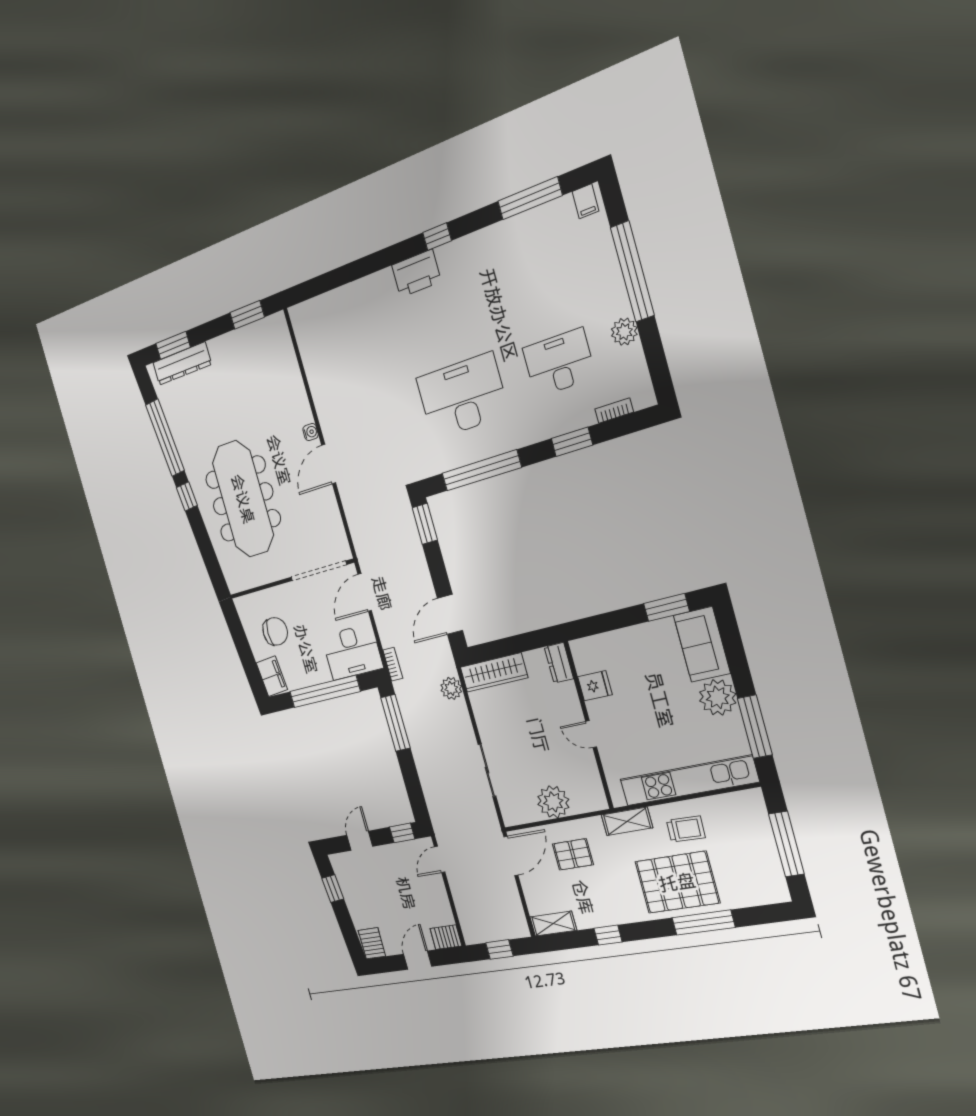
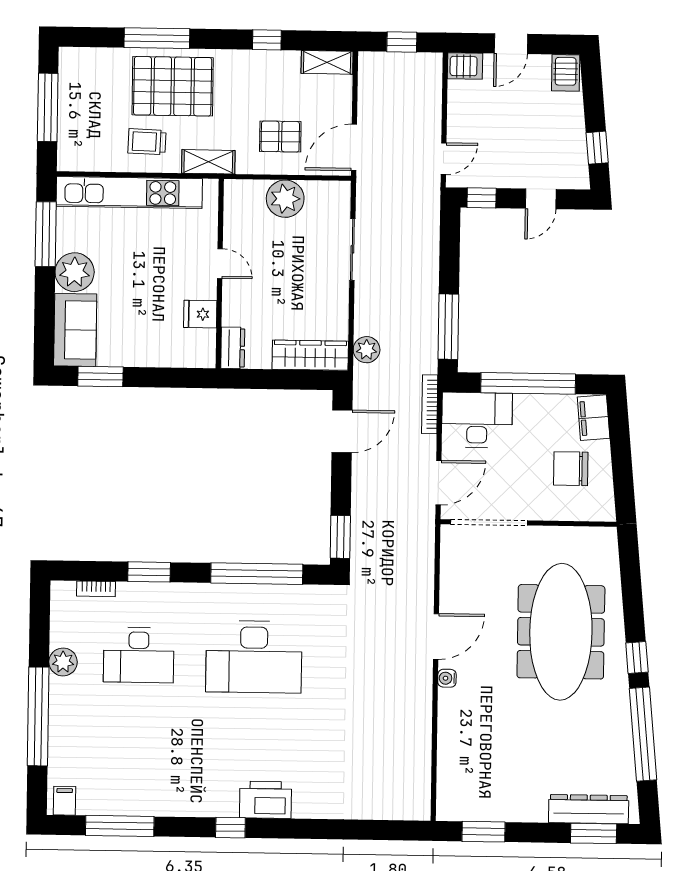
bookcase: (393, 664) -> (430, 404), width x1.56

